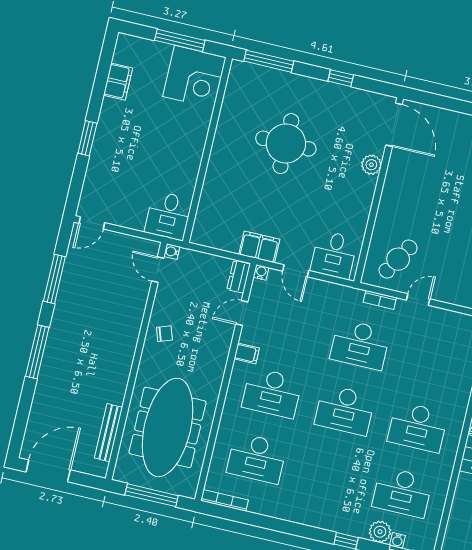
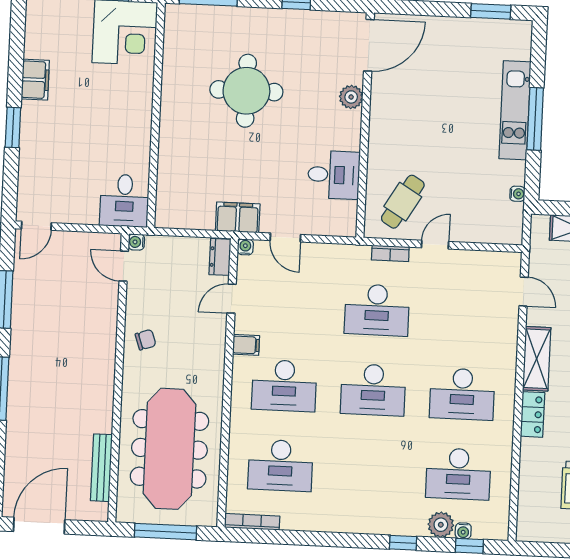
filing cabinet: (118, 82) -> (35, 80), moved
door: (394, 125) -> (369, 45), hinge flipped
desk: (334, 255) -> (334, 175), moved, turned -90

